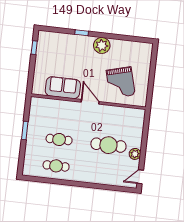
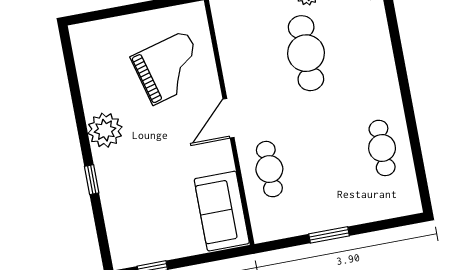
sofa: (63, 88) -> (222, 211), moved
cafe table: (59, 139) -> (269, 169), moved

